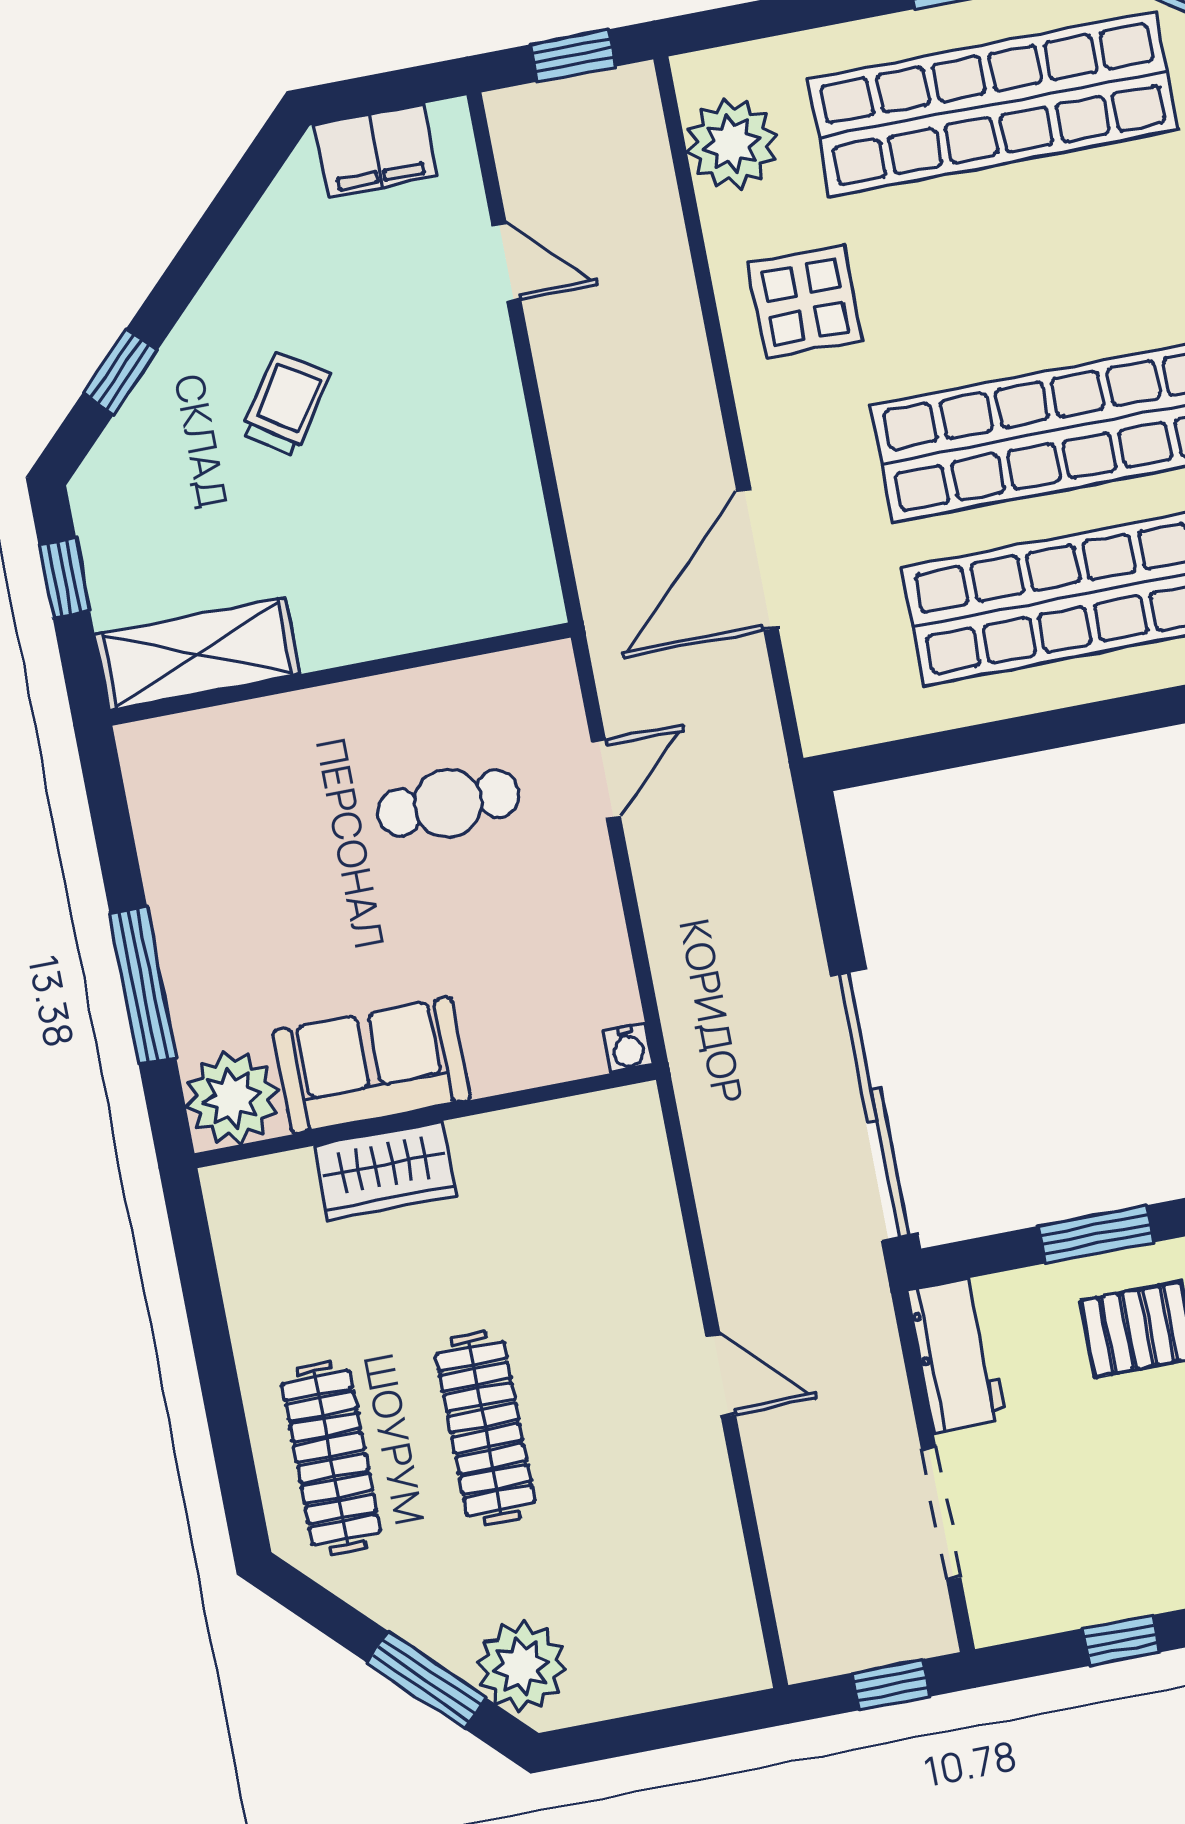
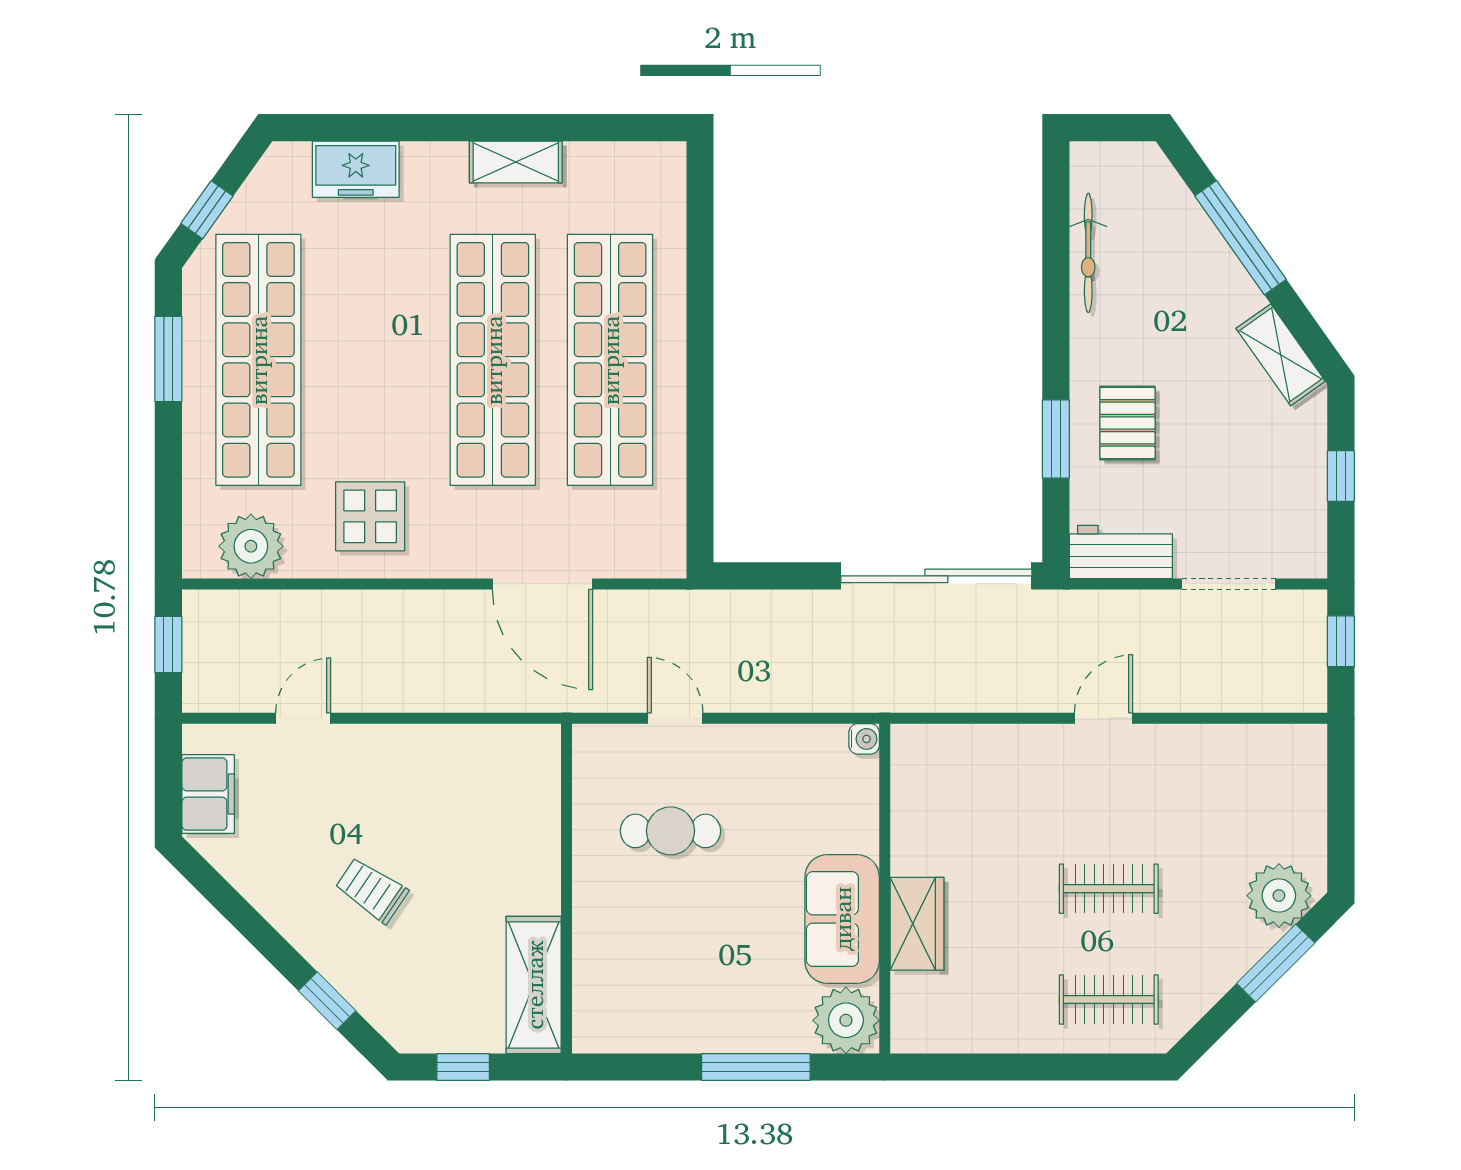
cafe table: (448, 803) -> (670, 831), turned 90
clothes rail: (485, 1428) -> (1109, 889), width x0.73
clothes rail: (331, 1458) -> (1109, 1000), width x0.73

